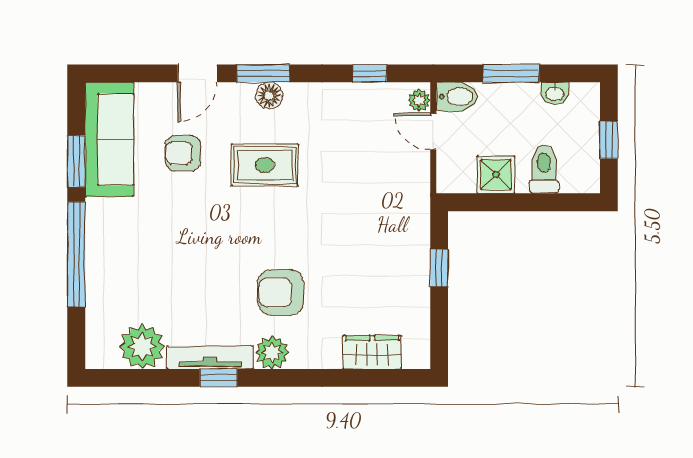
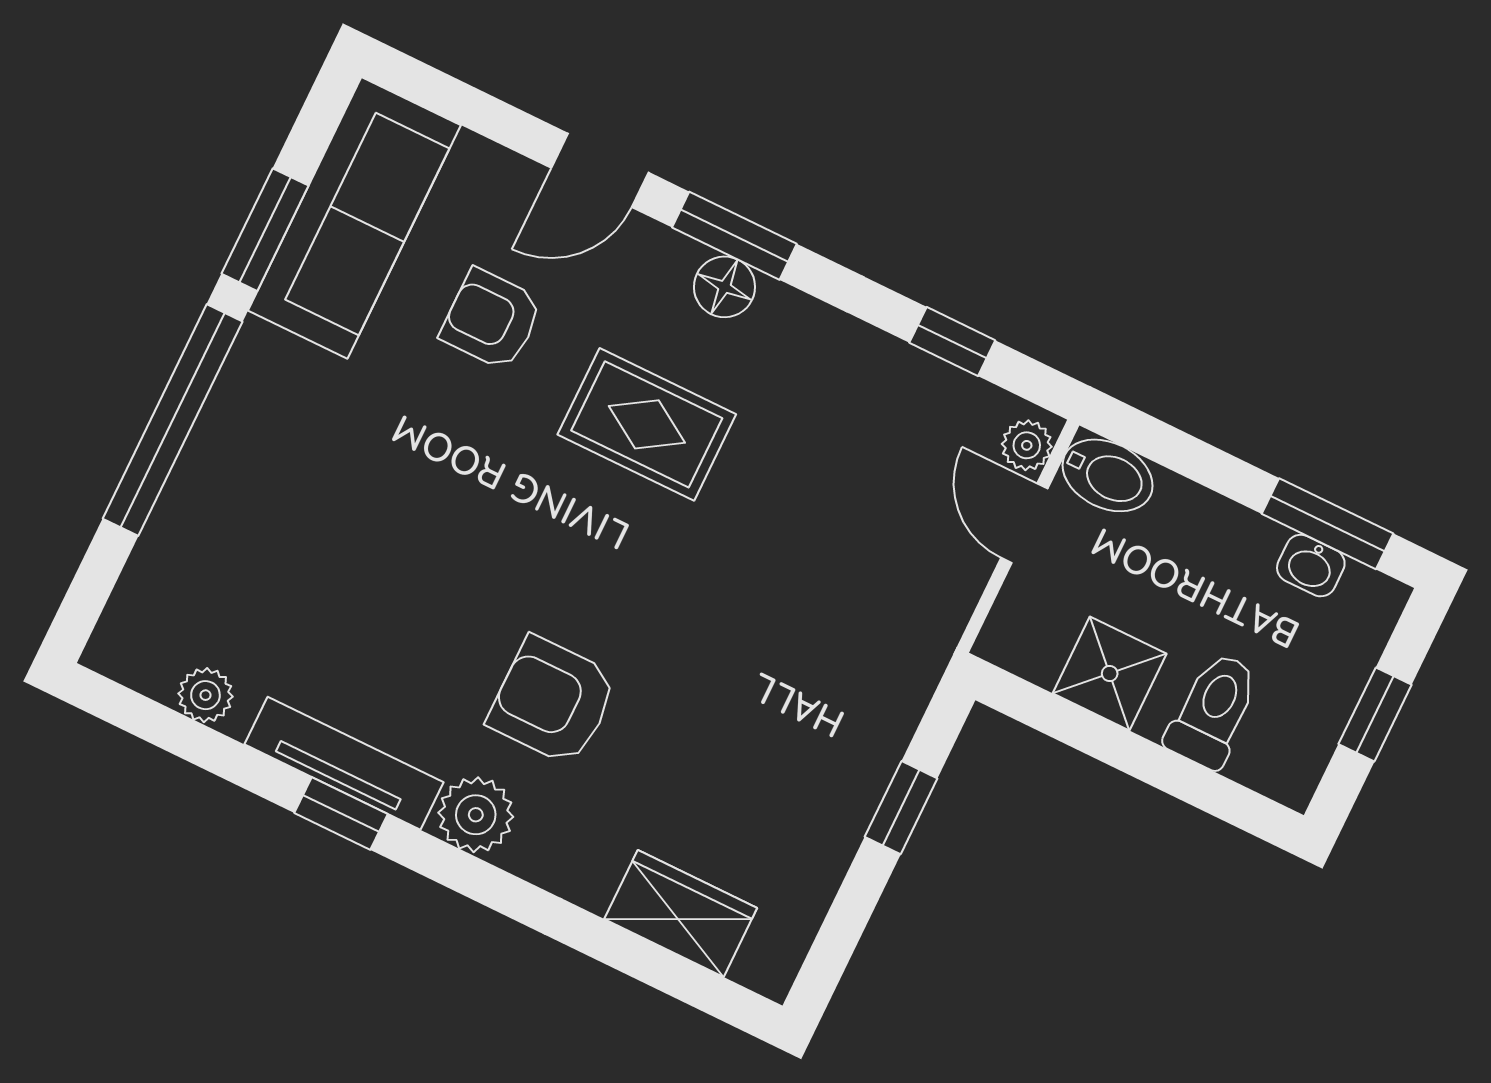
window: (511, 73) -> (1327, 524), moved
plant: (142, 346) -> (205, 695), width x0.53, depth x0.53

